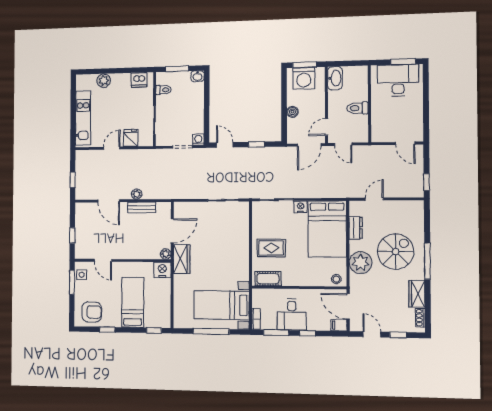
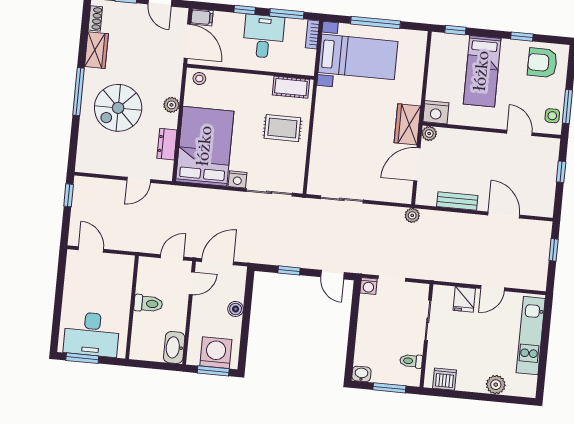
door: (343, 144) -> (172, 257), hinge flipped
plant: (137, 194) -> (412, 215), moved
plant: (361, 263) -> (171, 105), width x0.53, depth x0.53

